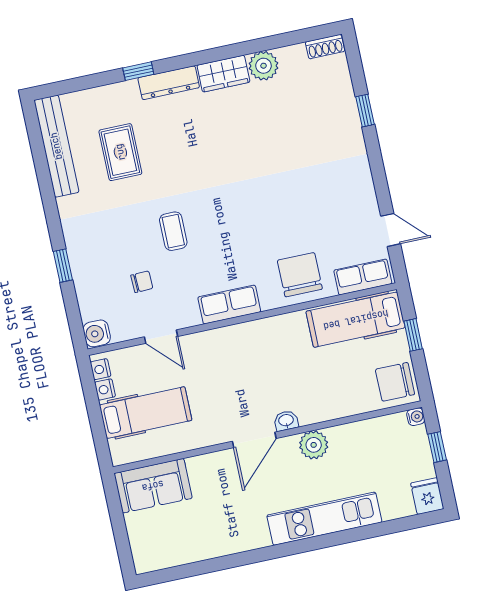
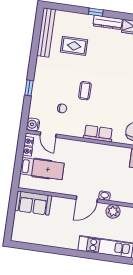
rug: (120, 152) -> (74, 46), turned 90
door: (161, 337) -> (48, 135), moved

